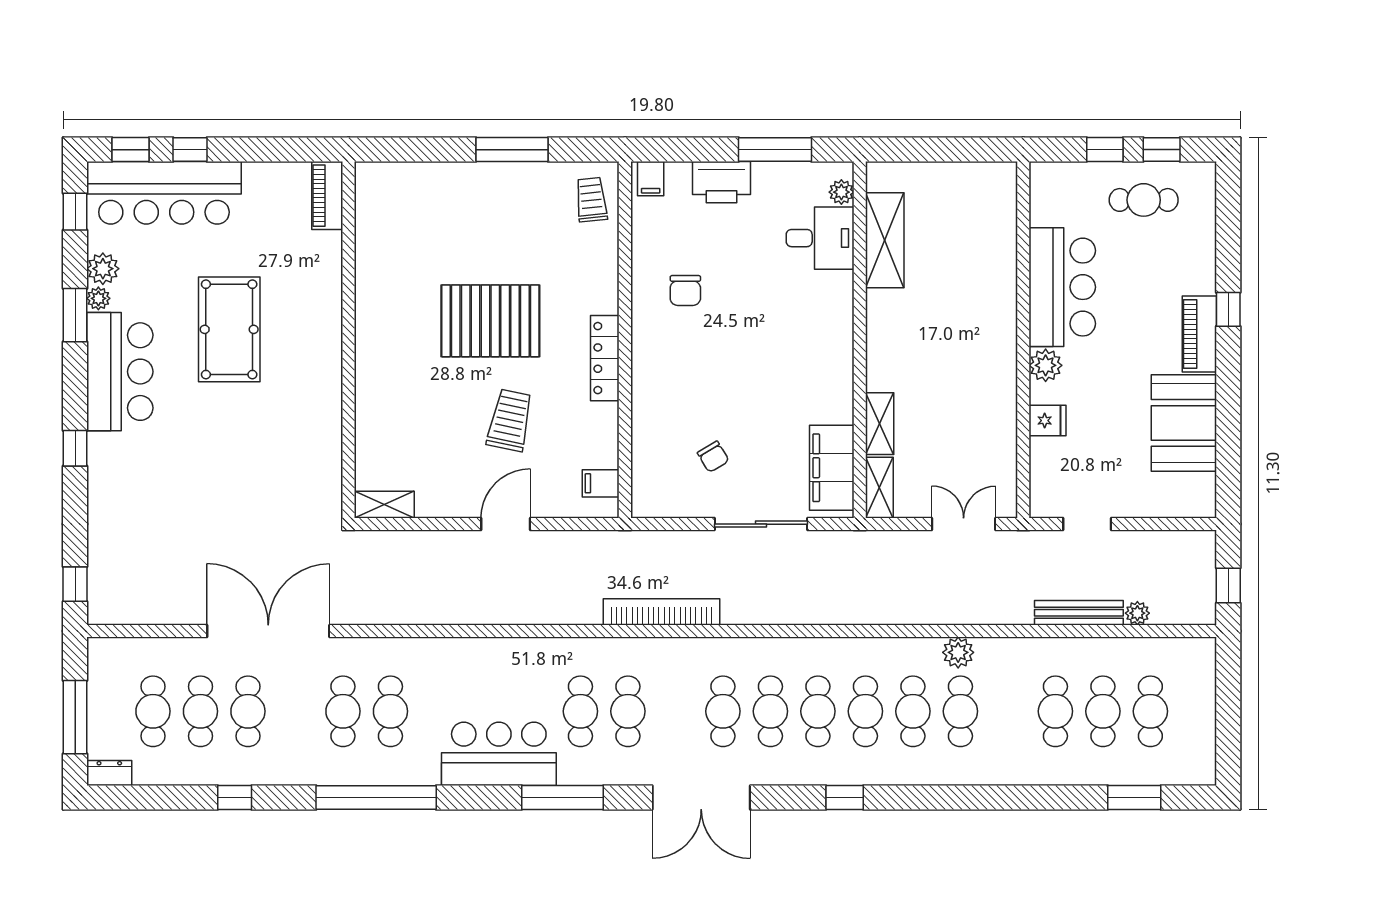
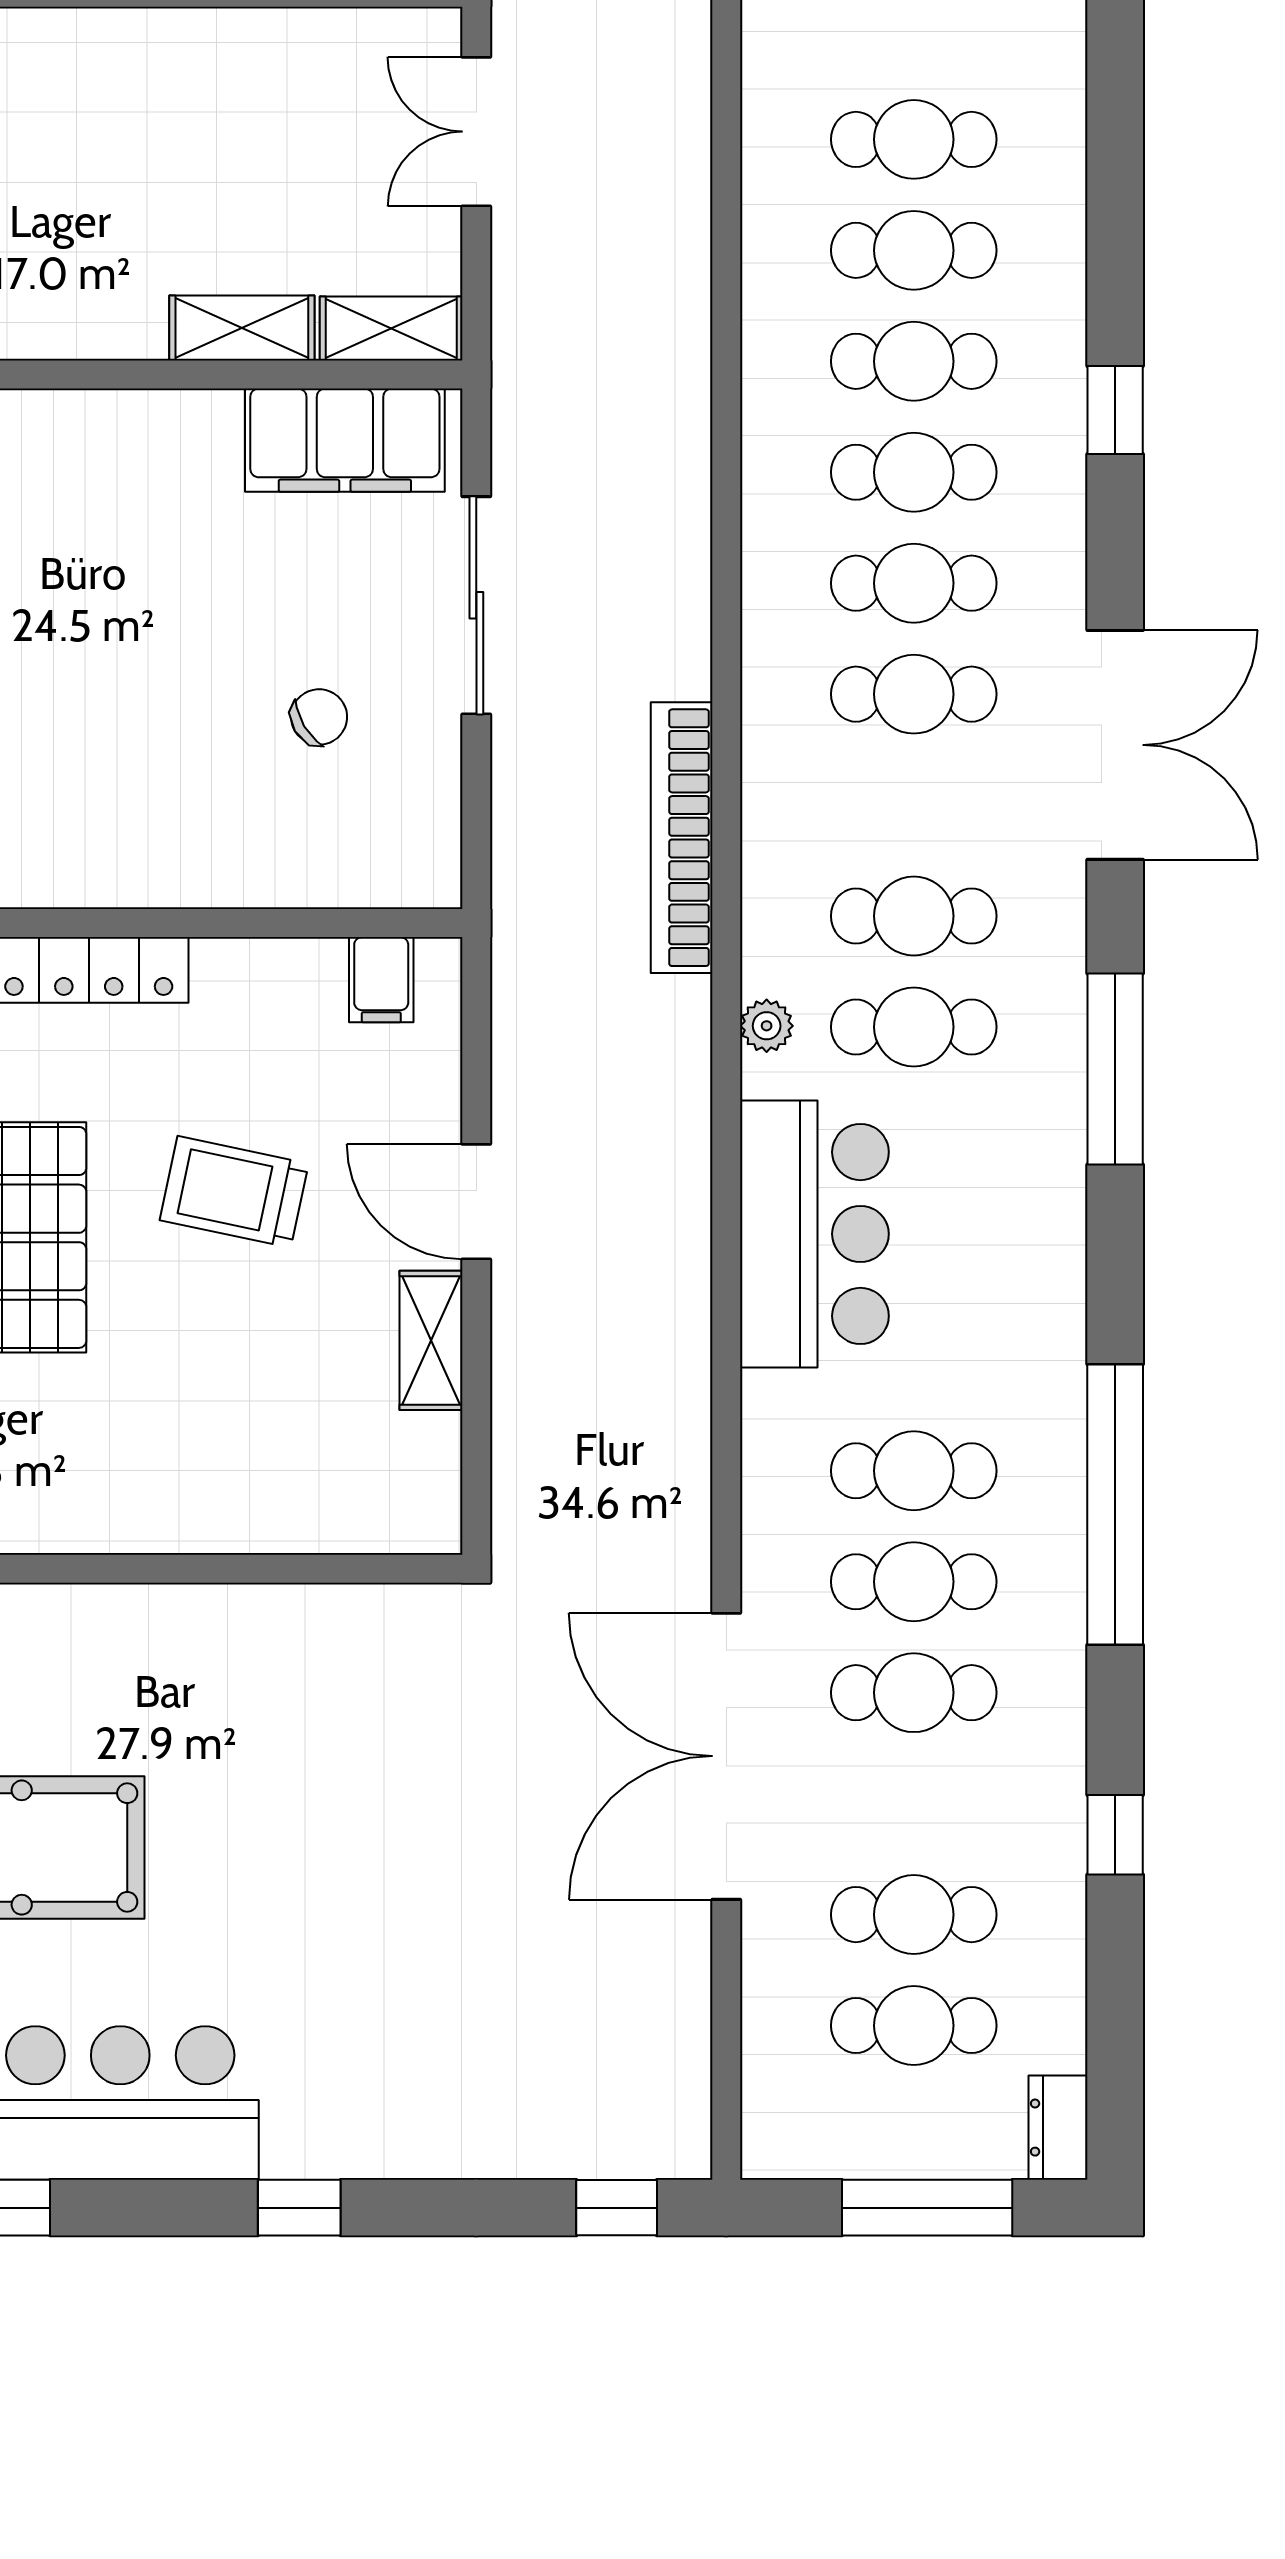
shelving: (384, 505) -> (431, 1340), moved
plant: (958, 652) -> (767, 1026), moved, width x0.73, depth x0.73
cafe table: (248, 711) -> (914, 1693), moved
bar counter: (499, 754) -> (814, 1234), moved, turned 180

